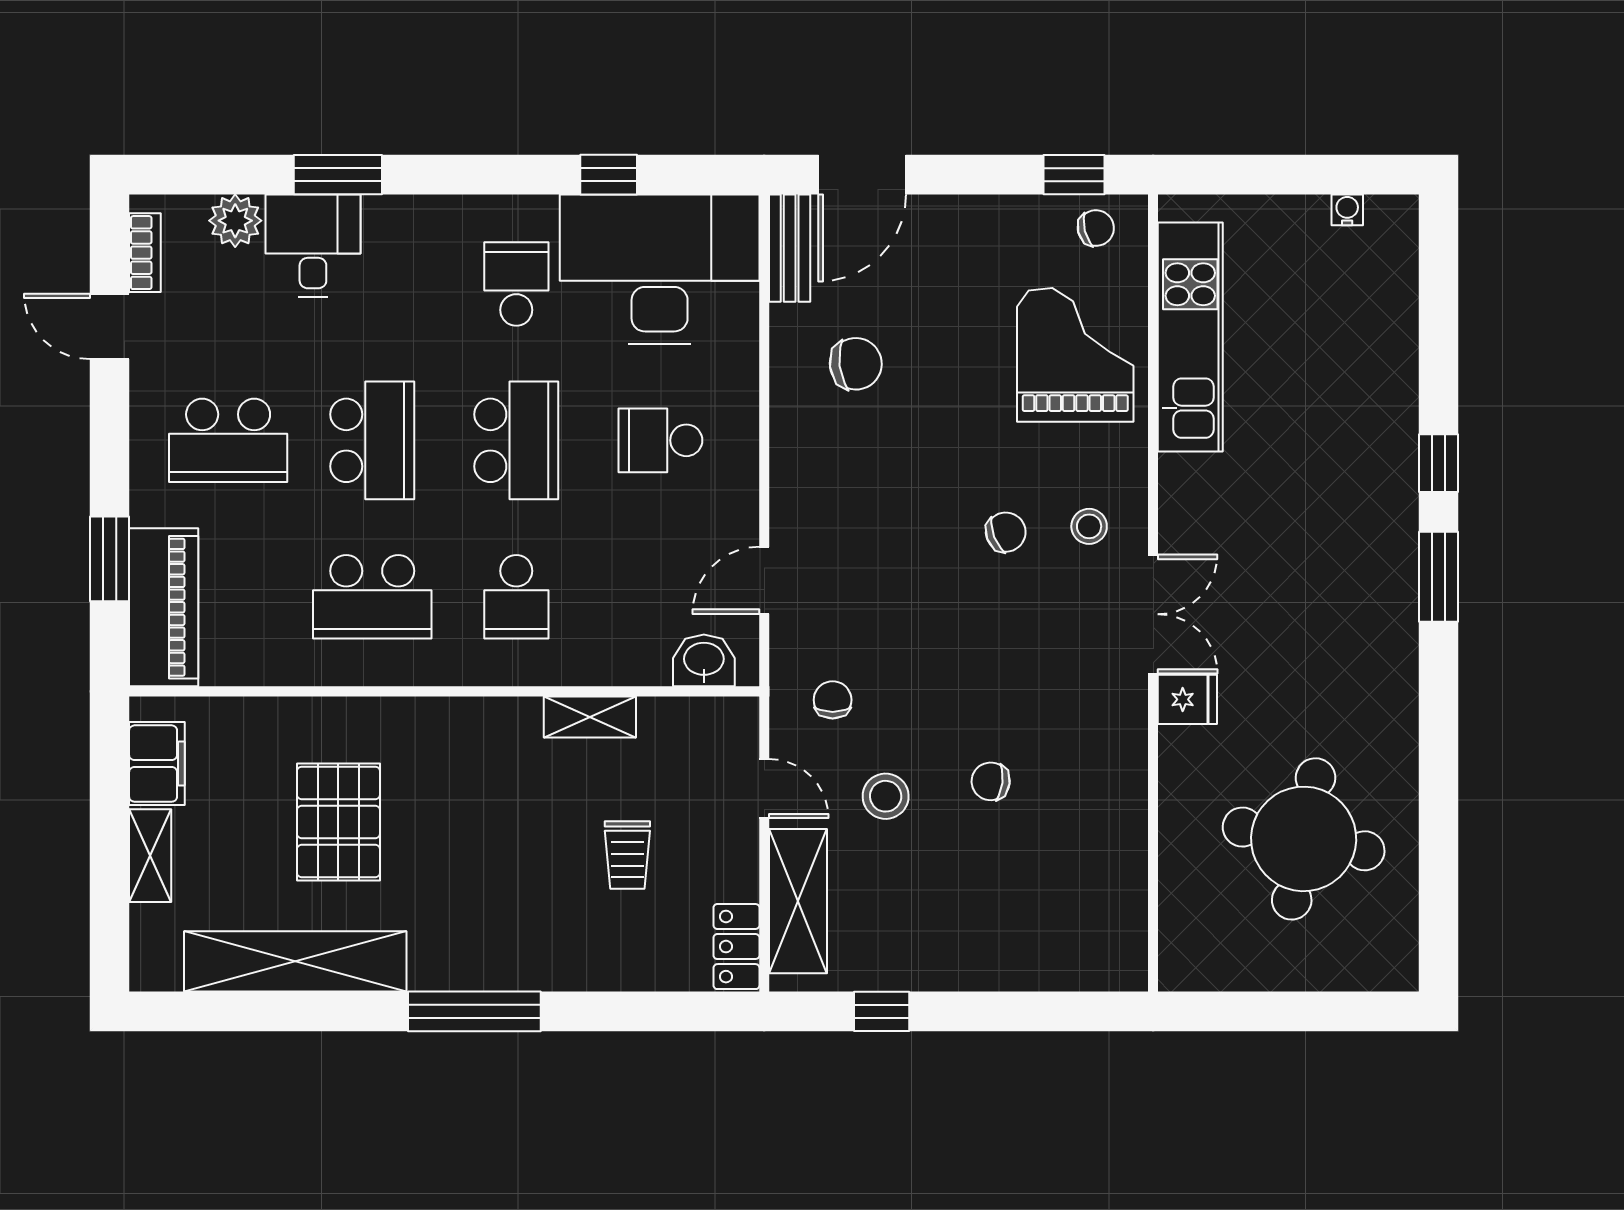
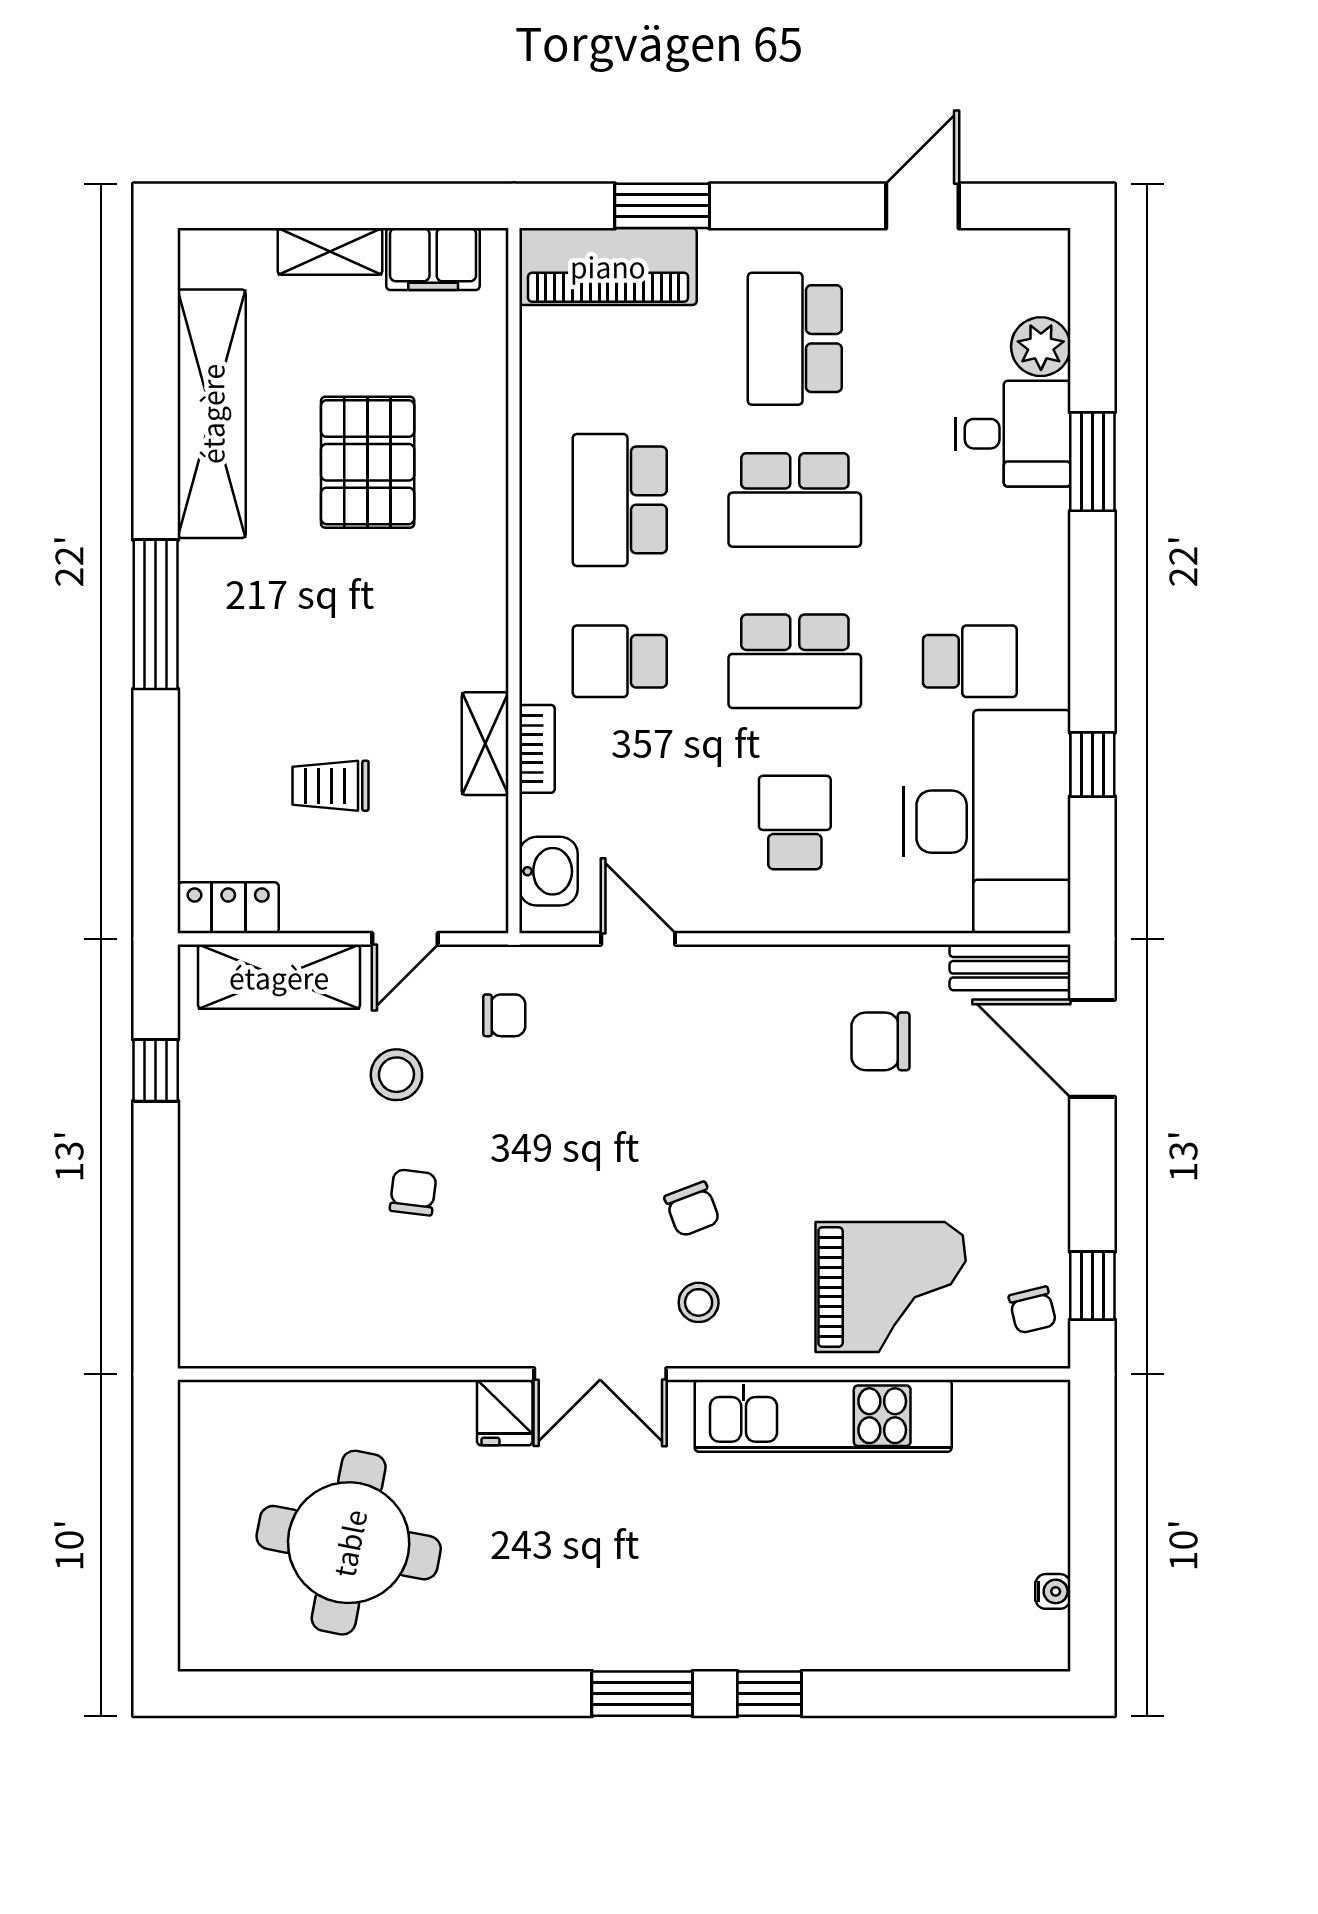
bookcase: (145, 253) -> (537, 749), moved, turned -90
kitchen unit: (1190, 337) -> (823, 1416), moved
chair: (856, 364) -> (880, 1041), turned 97
pallet: (338, 822) -> (368, 462), turned 90

